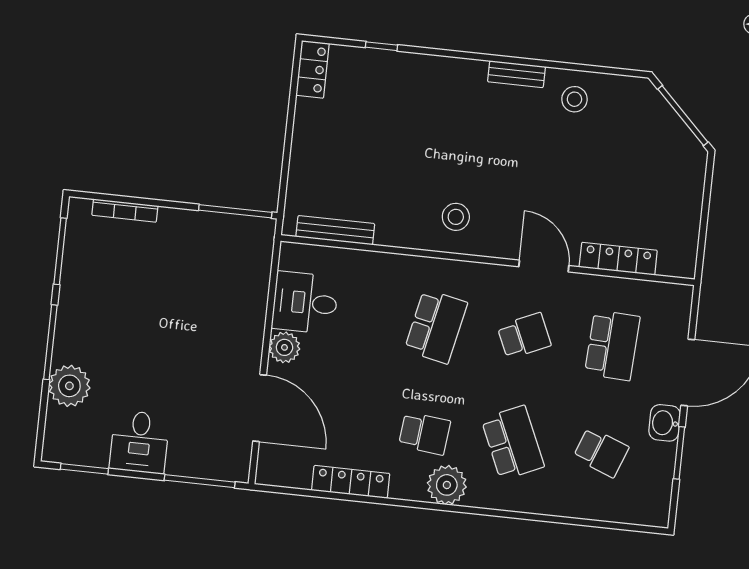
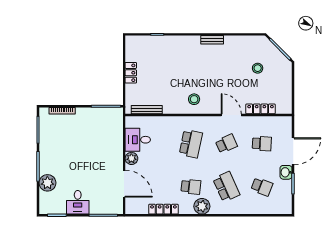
locker: (313, 69) -> (131, 73), moved
stool: (574, 99) -> (258, 68), moved
school desk: (612, 345) -> (262, 144), width x0.54

